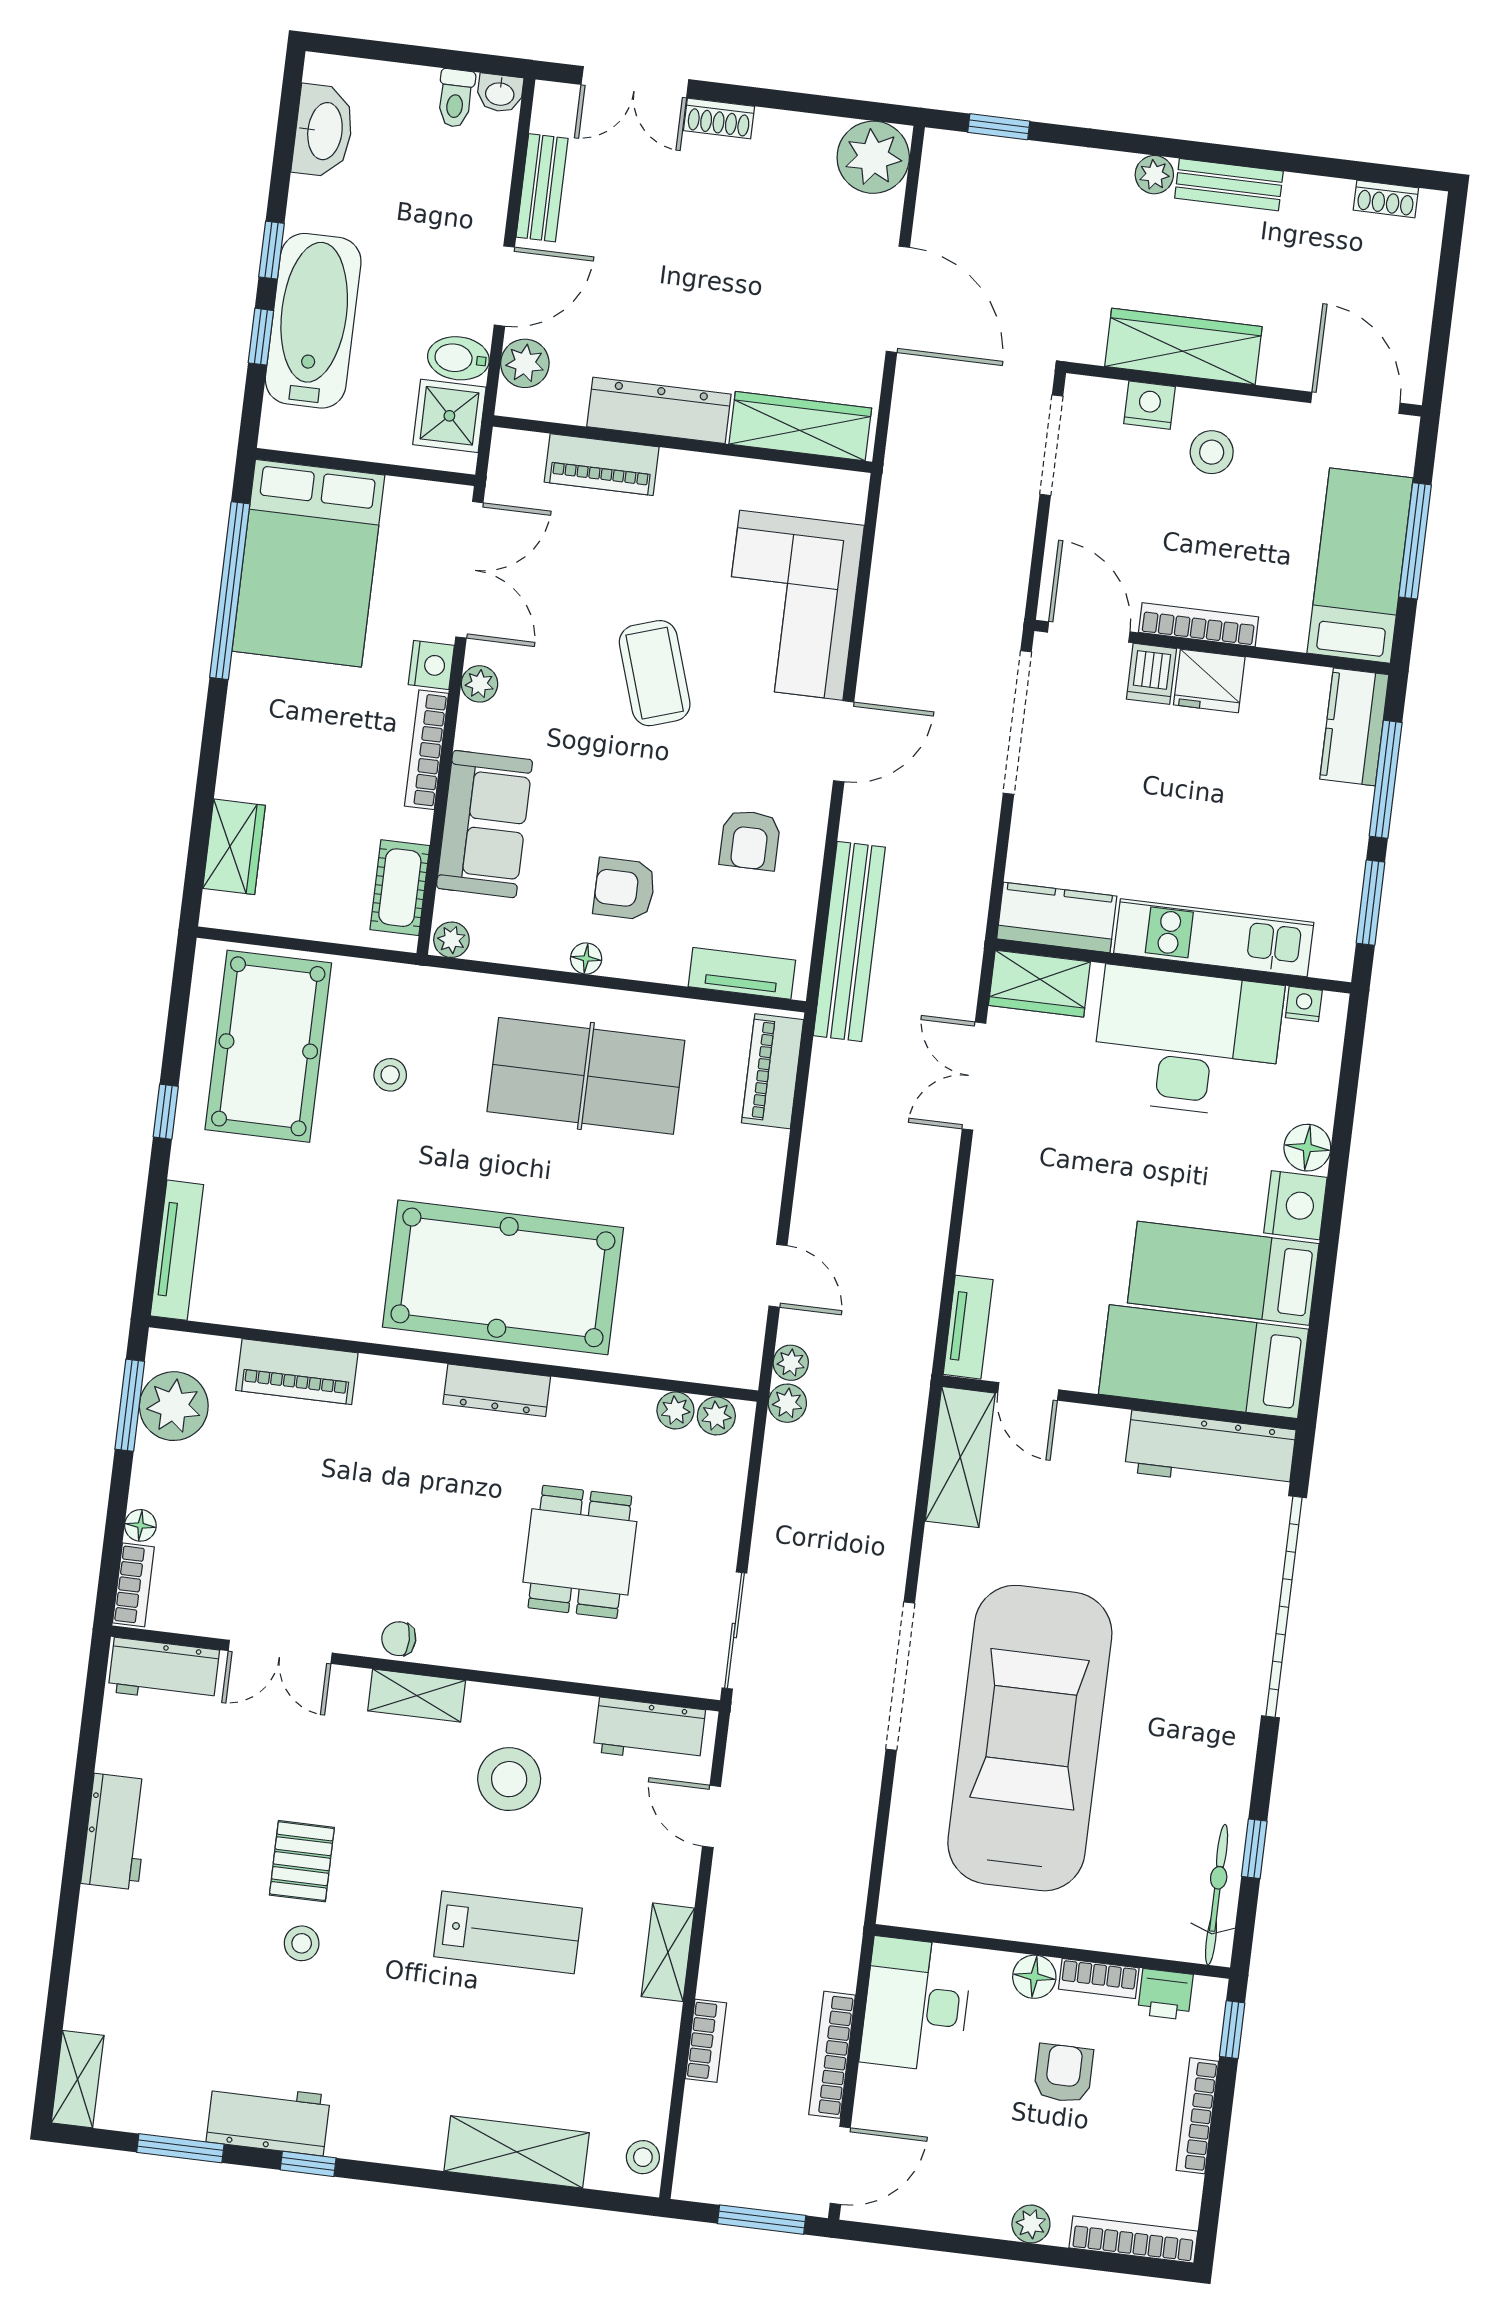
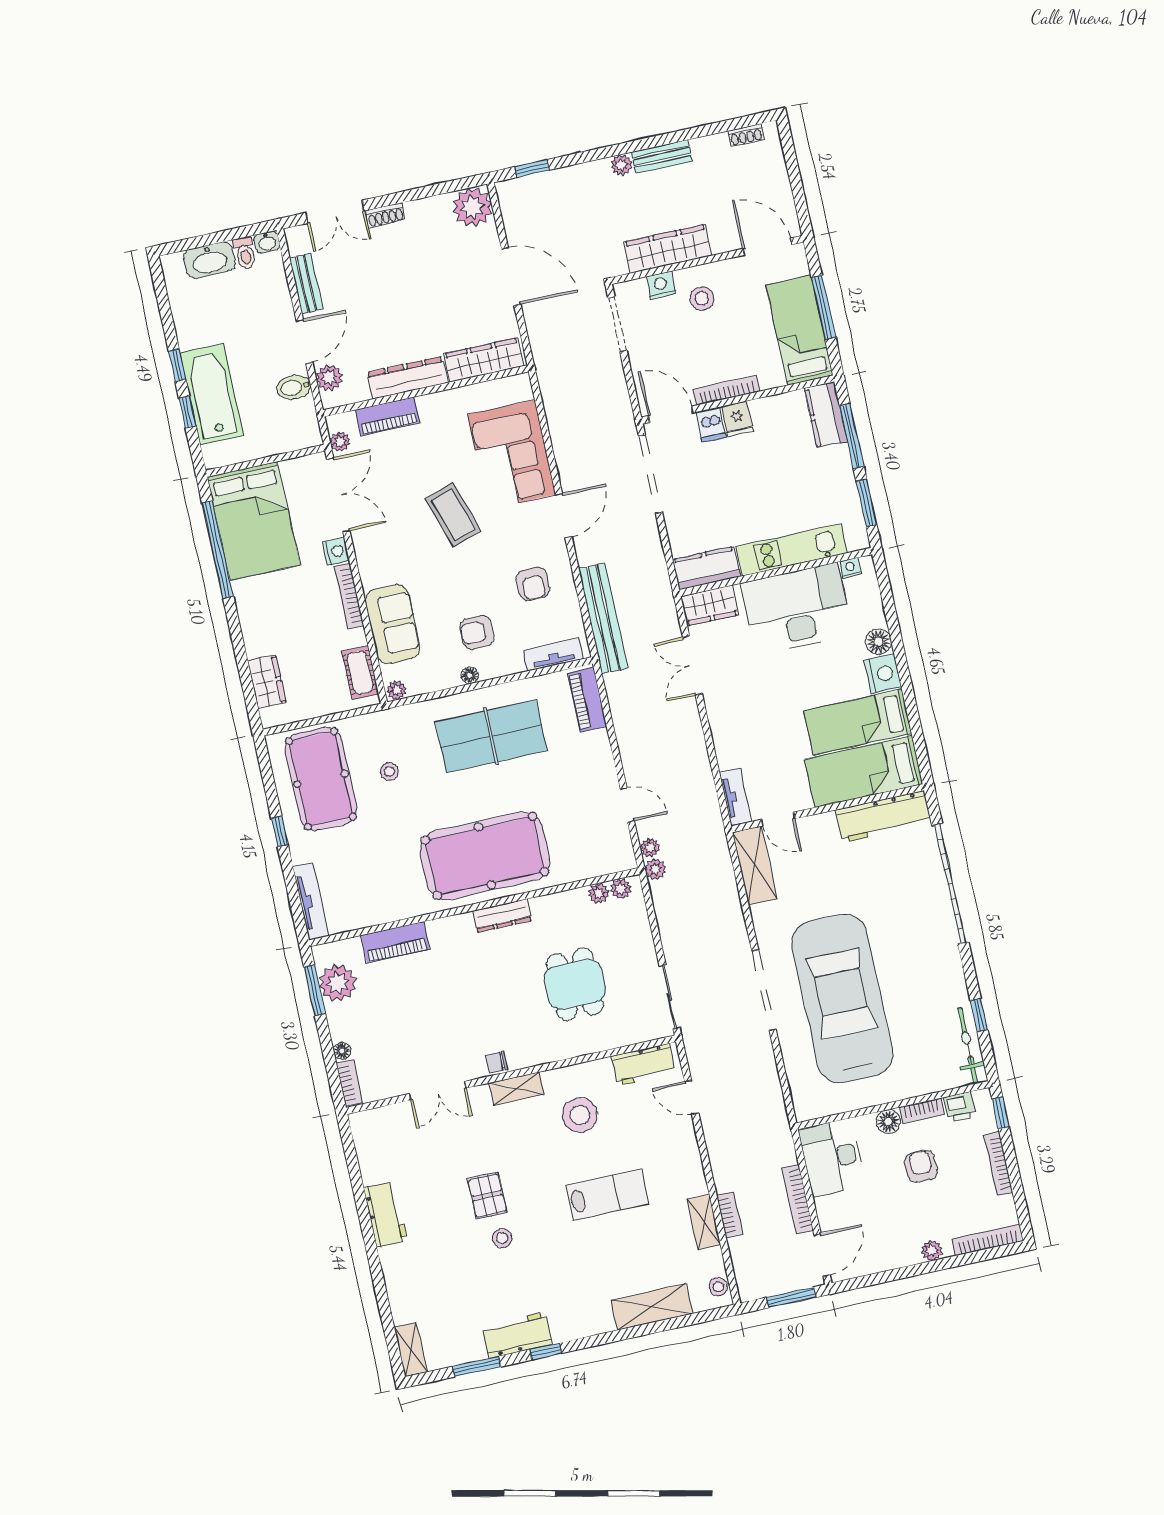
washbasin: (323, 131) -> (209, 260), moved, turned 90
shower: (449, 416) -> (300, 419), removed
fridge: (1209, 681) -> (737, 419), width x0.72
plant: (479, 684) -> (340, 442), moved
workbench: (164, 1671) -> (381, 1122), removed
shelving: (668, 1952) -> (704, 1222), moved

